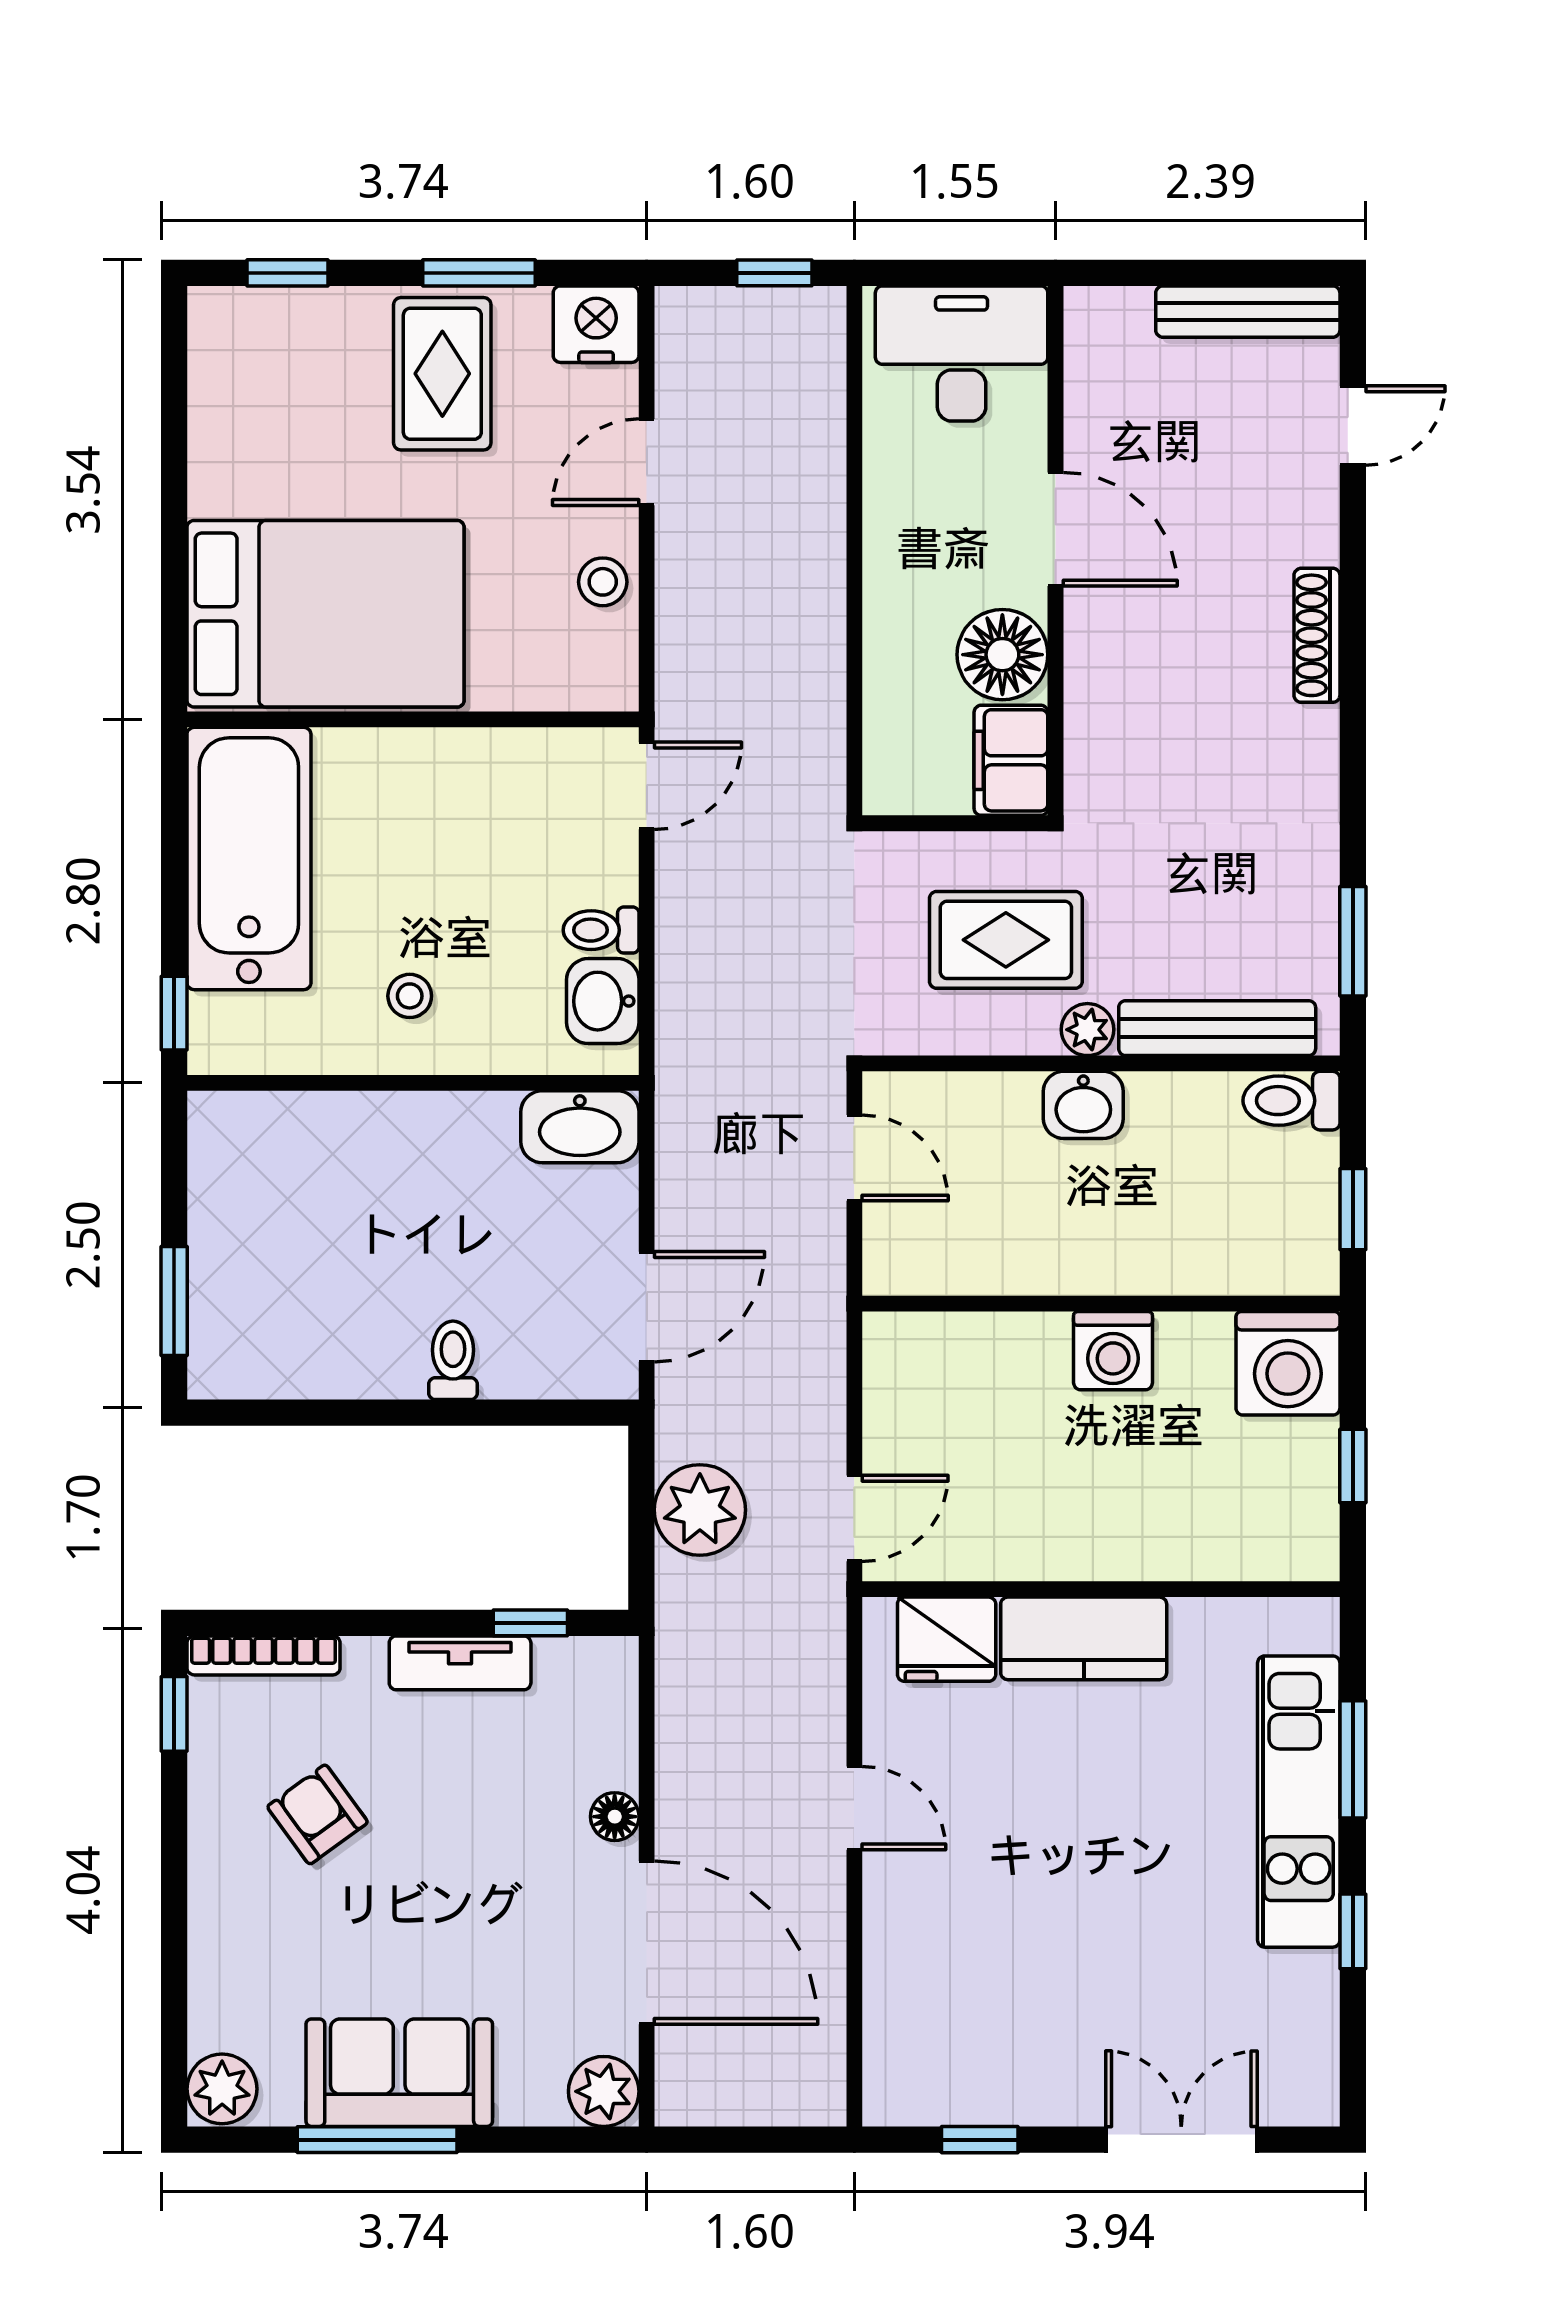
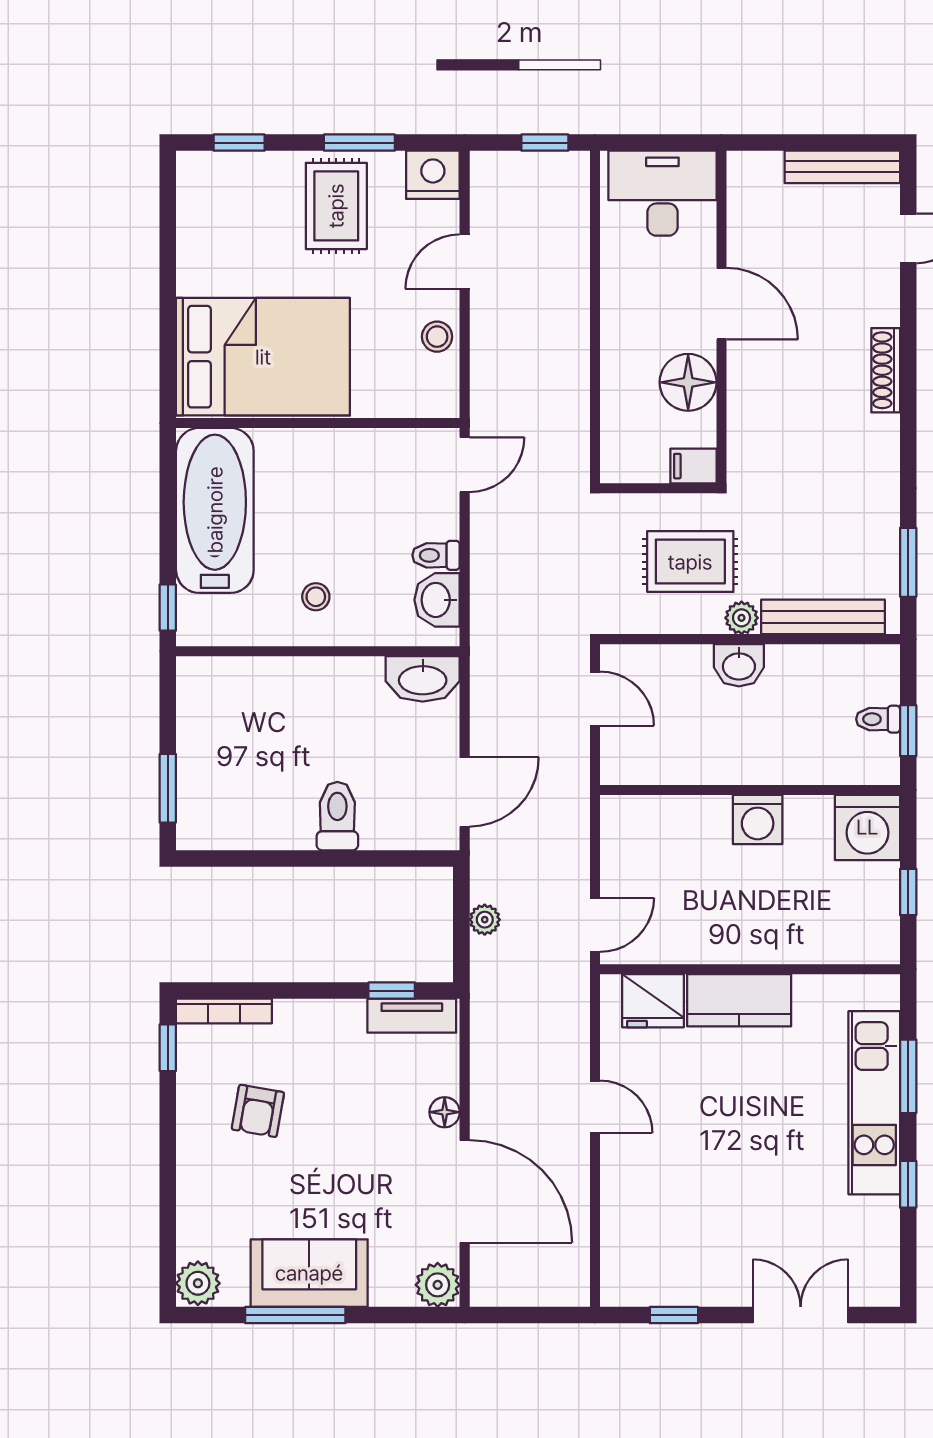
filing cabinet: (1011, 760) -> (693, 466), width x0.50
toilet: (1291, 1101) -> (878, 719), moved, width x0.73, depth x0.72
toilet: (453, 1360) -> (337, 816), width x1.37, depth x1.39
plant: (700, 1510) -> (485, 920), width x0.53, depth x0.53
tv unit: (460, 1663) -> (412, 1016), moved
armchair: (318, 1814) -> (258, 1111), turned -134

